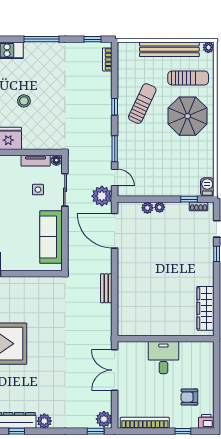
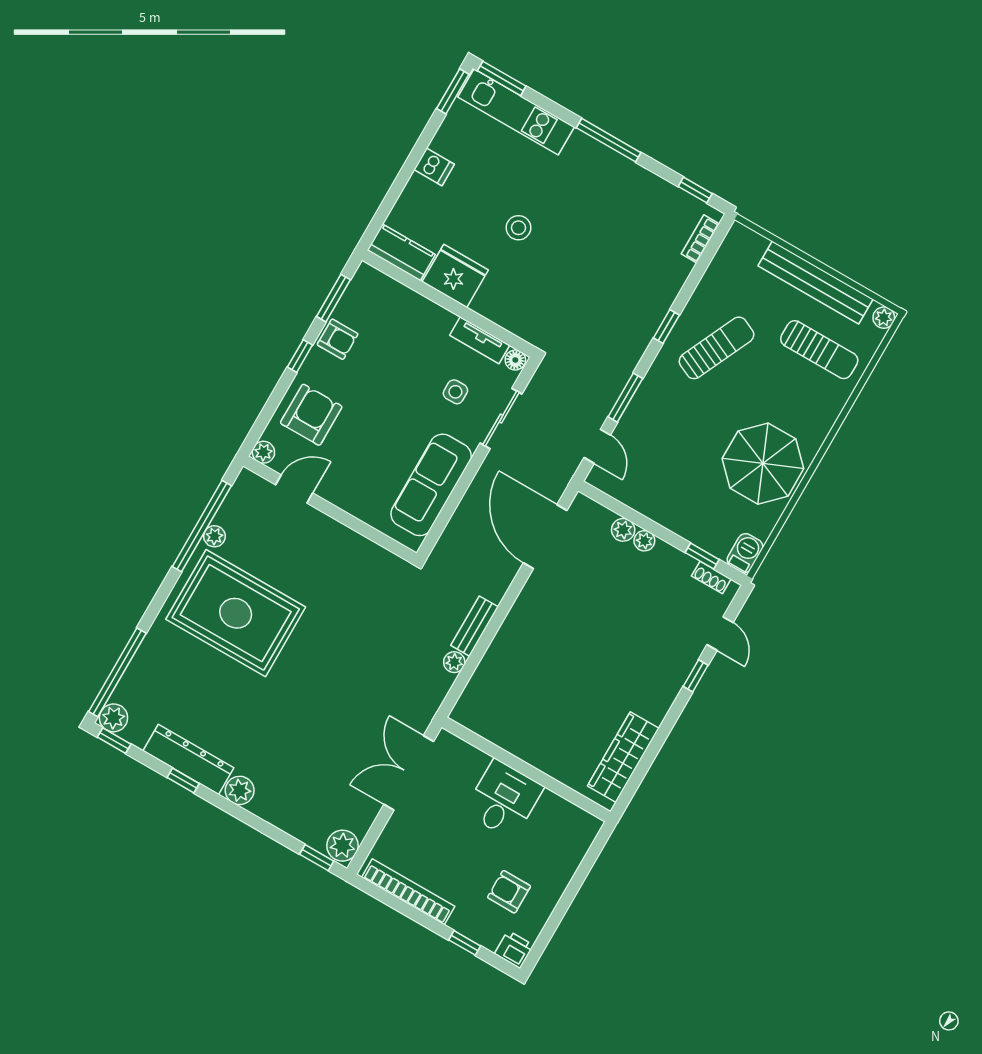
parasol: (188, 116) -> (763, 464), moved
plant: (102, 196) -> (454, 662), moved, width x0.53, depth x0.53

